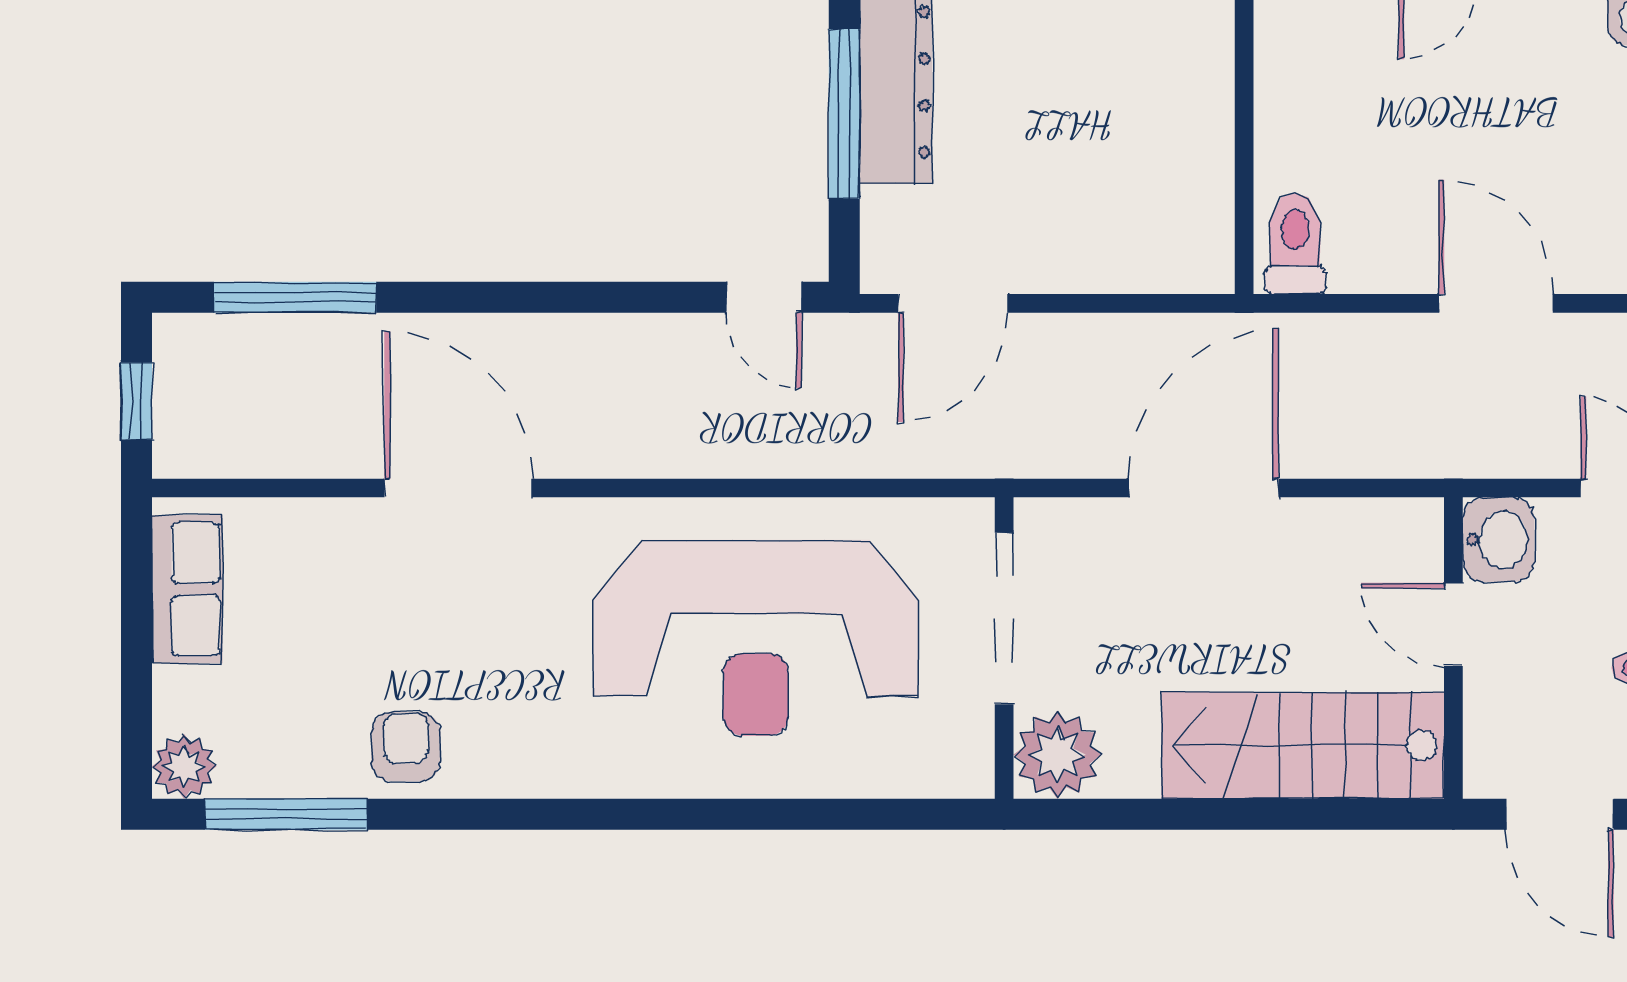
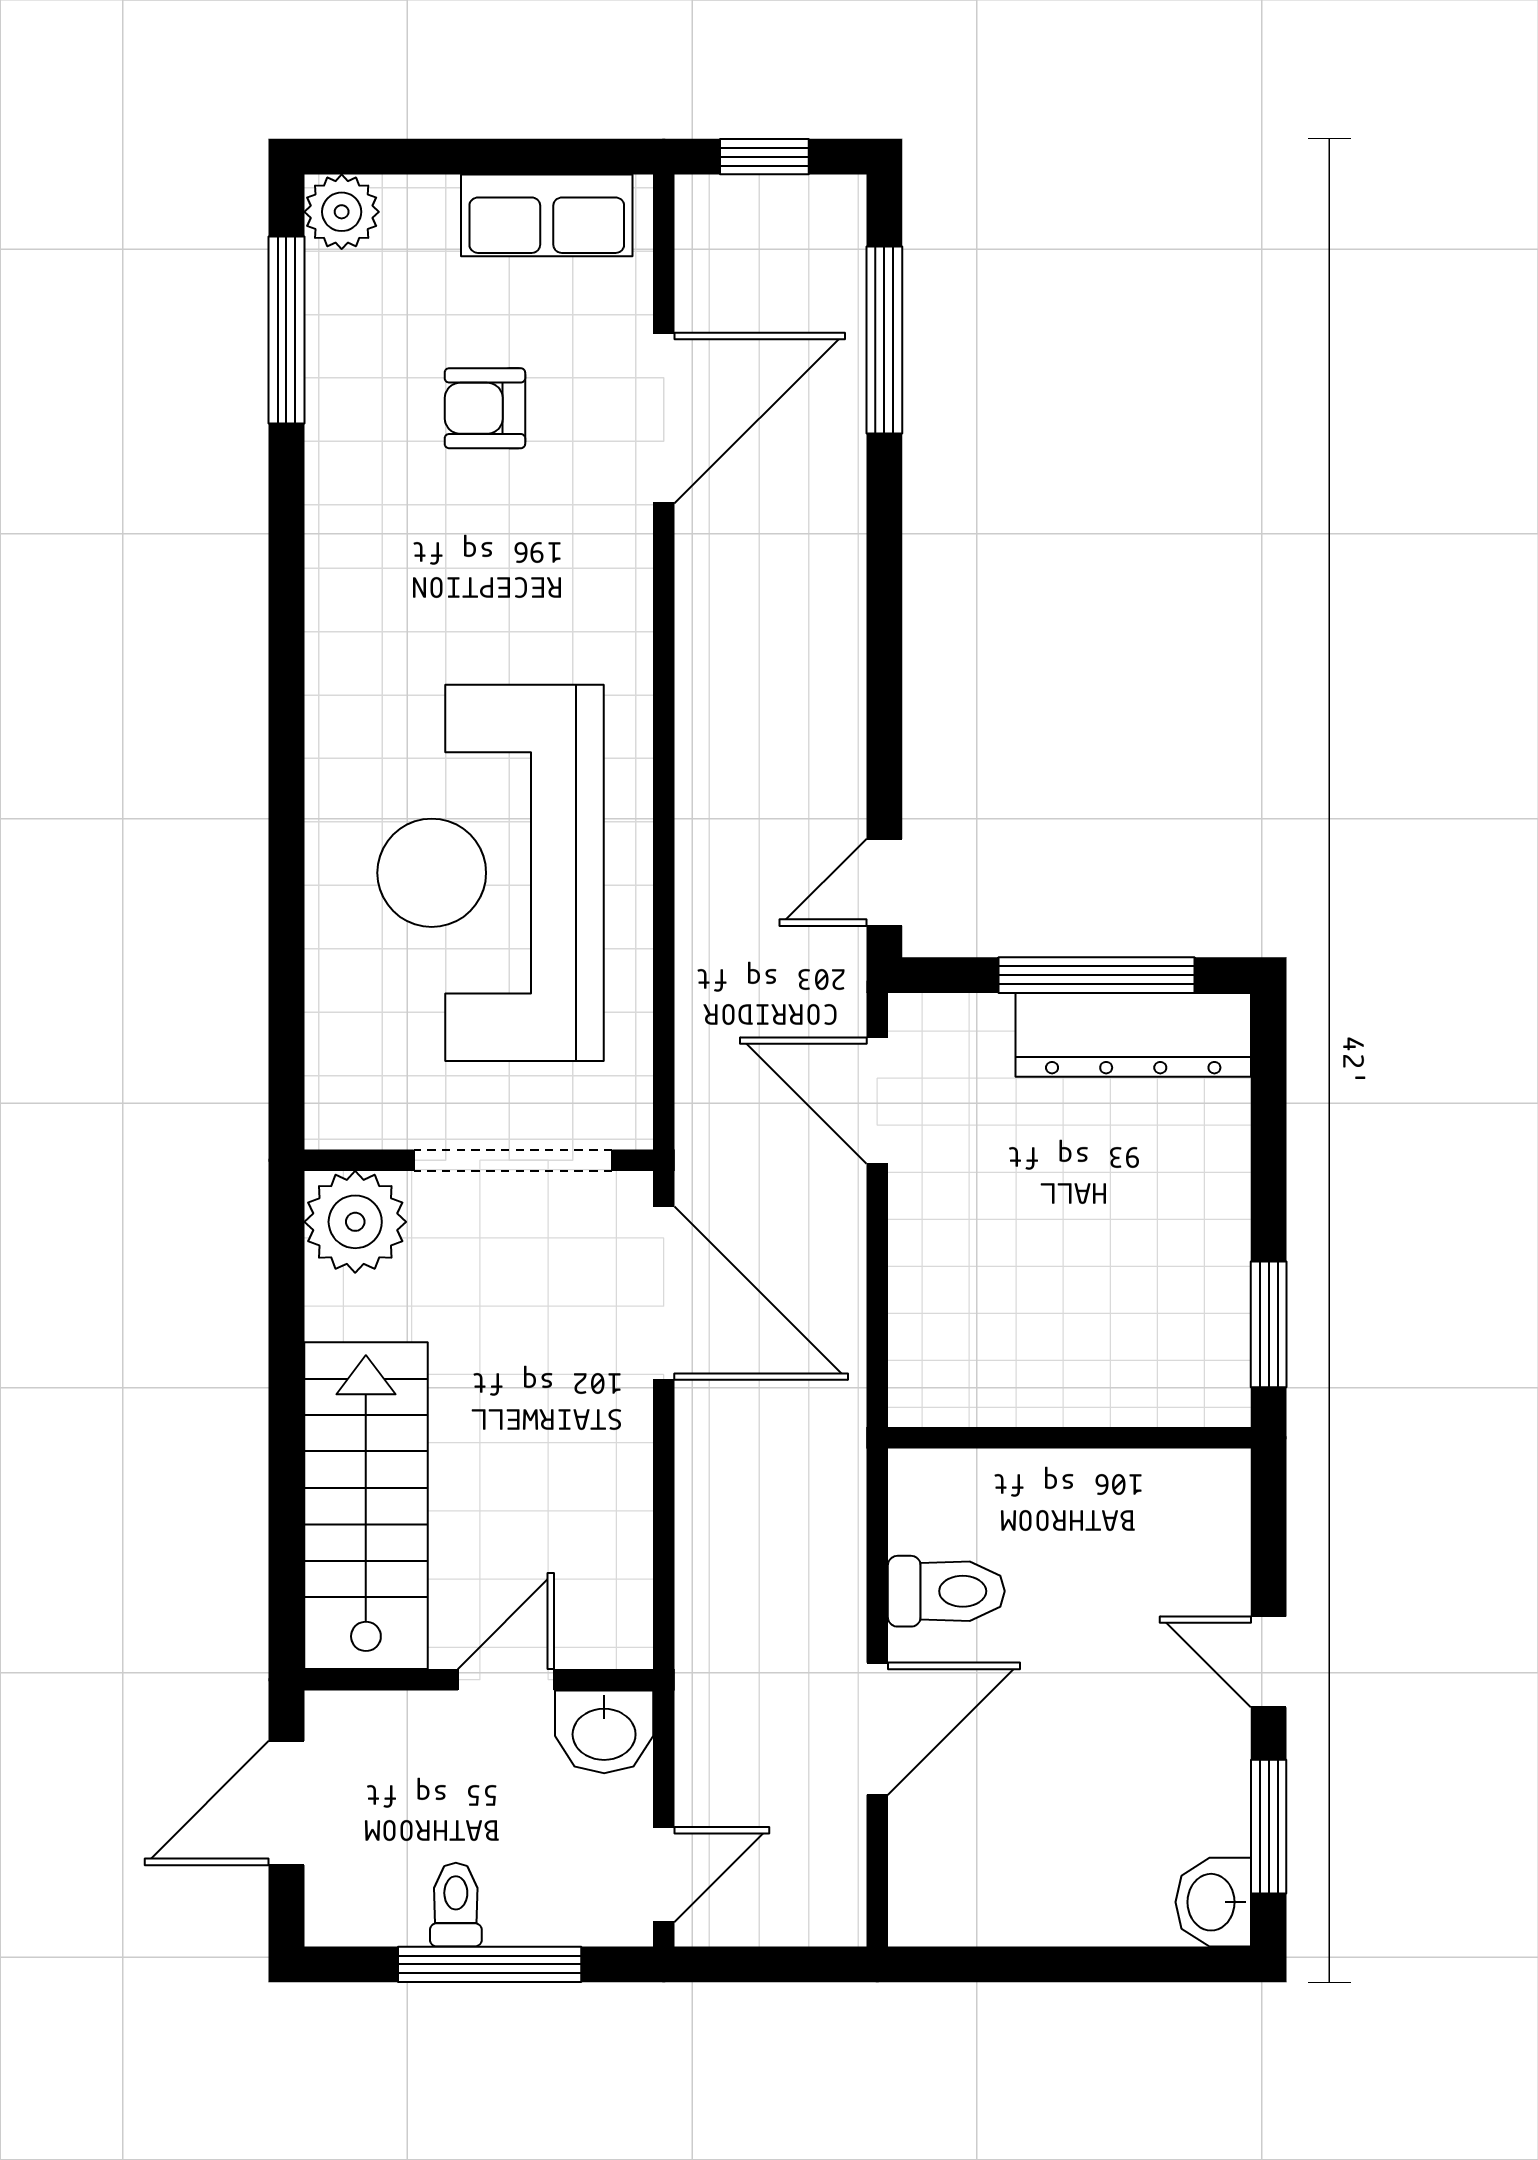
toilet: (1295, 244) -> (946, 1591), moved
door: (458, 488) -> (664, 418), moved
door: (1204, 488) -> (664, 1293), moved
armchair: (406, 747) -> (485, 408), moved, turned 180

